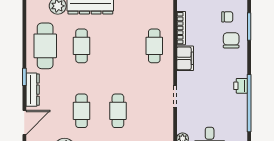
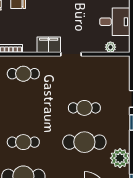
filing cabinet: (185, 58) -> (49, 45), moved
cafe table: (82, 111) -> (84, 142), width x1.37, depth x1.35

